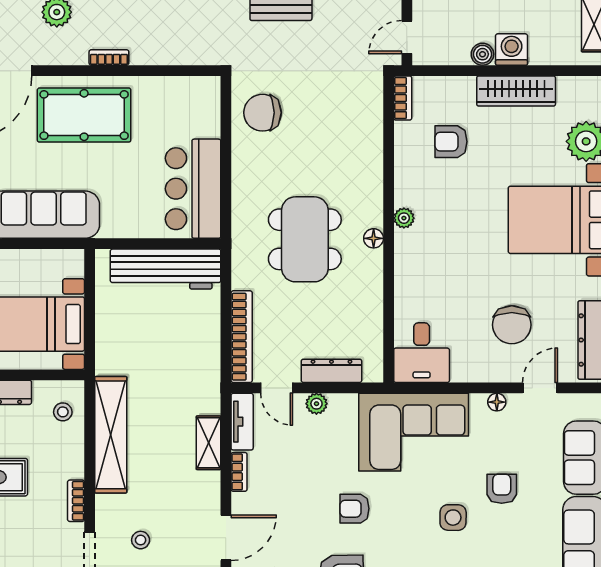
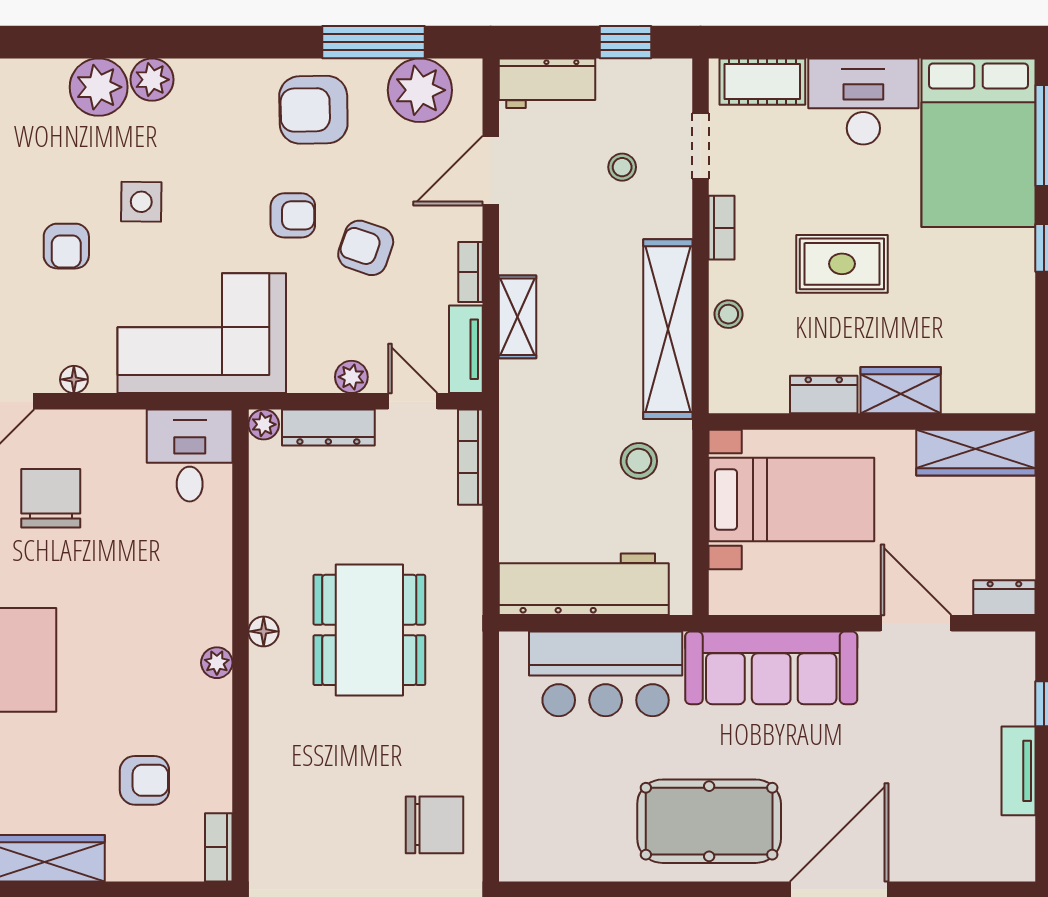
bar counter: (193, 189) -> (606, 674), moved, turned 90
bookcase: (242, 337) -> (470, 457), width x0.68, depth x0.76
stool: (130, 349) -> (639, 461), added
plant: (373, 373) -> (264, 424), added
stool: (63, 412) -> (728, 314), moved
armchair: (307, 488) -> (366, 248), added

